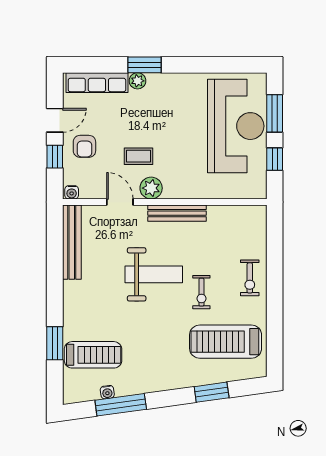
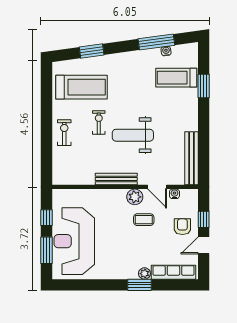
water cooler: (72, 192) -> (174, 194), moved

